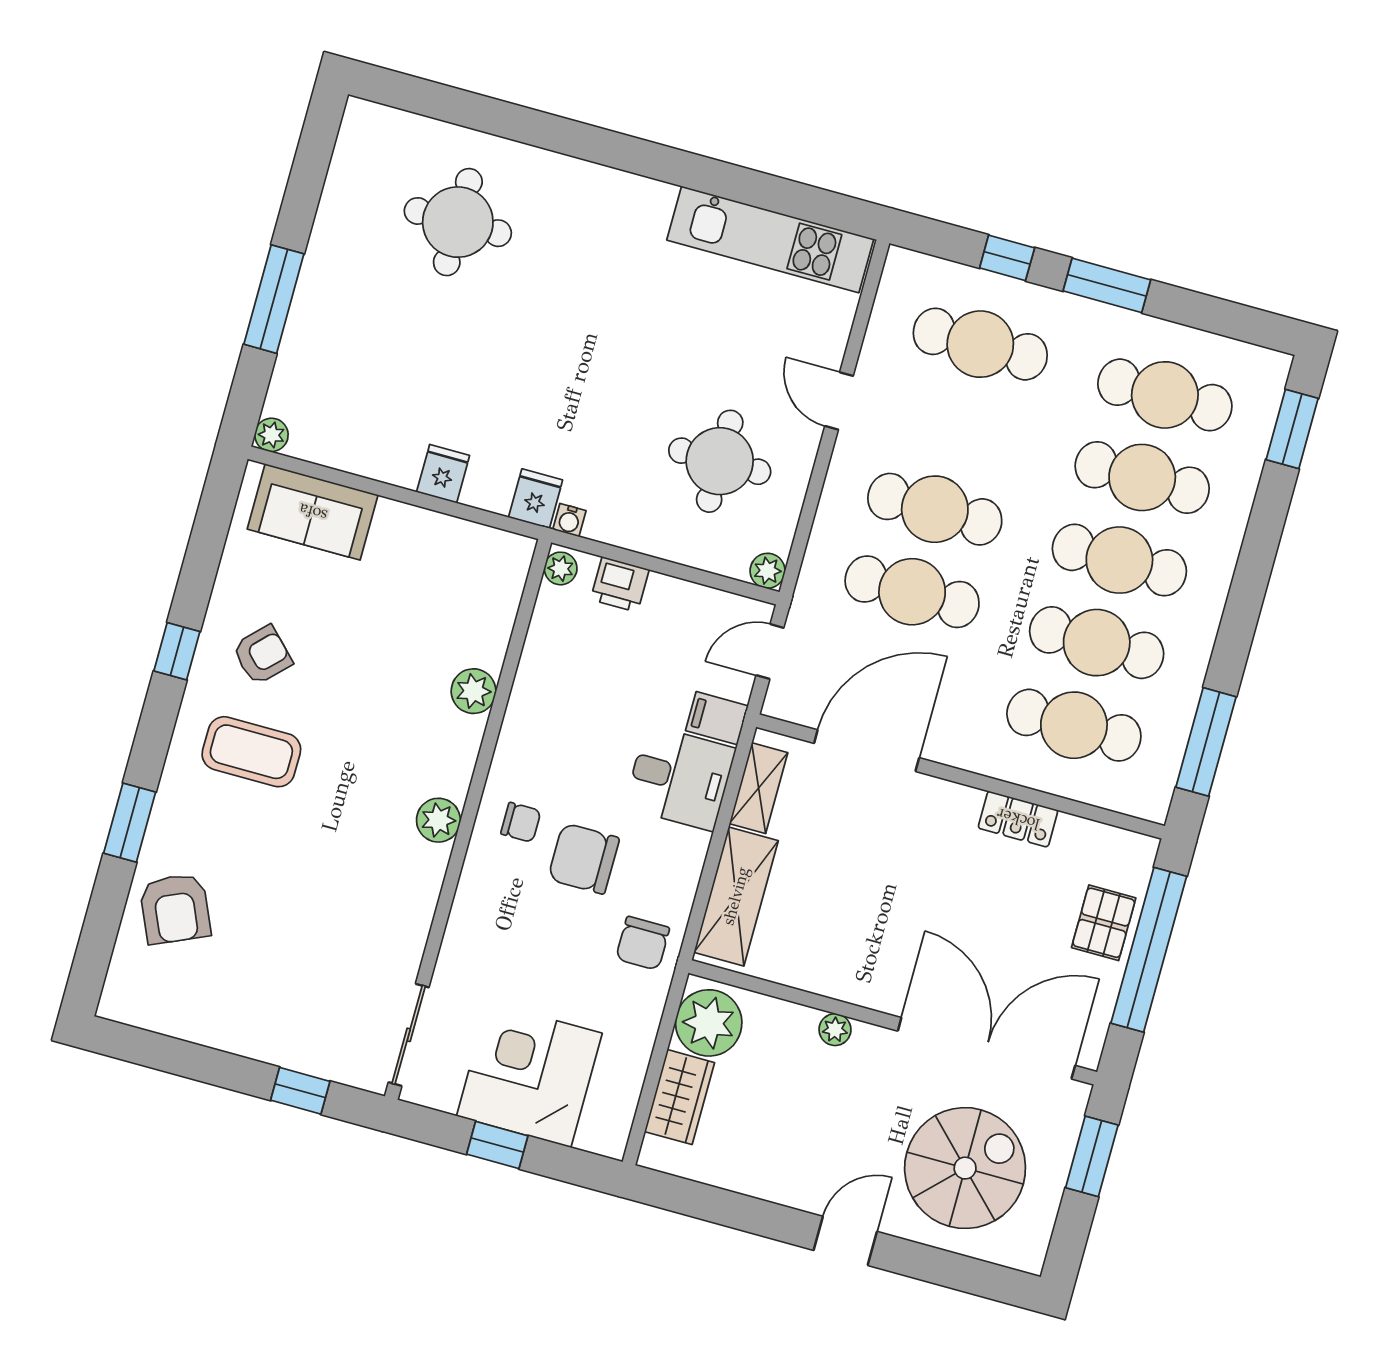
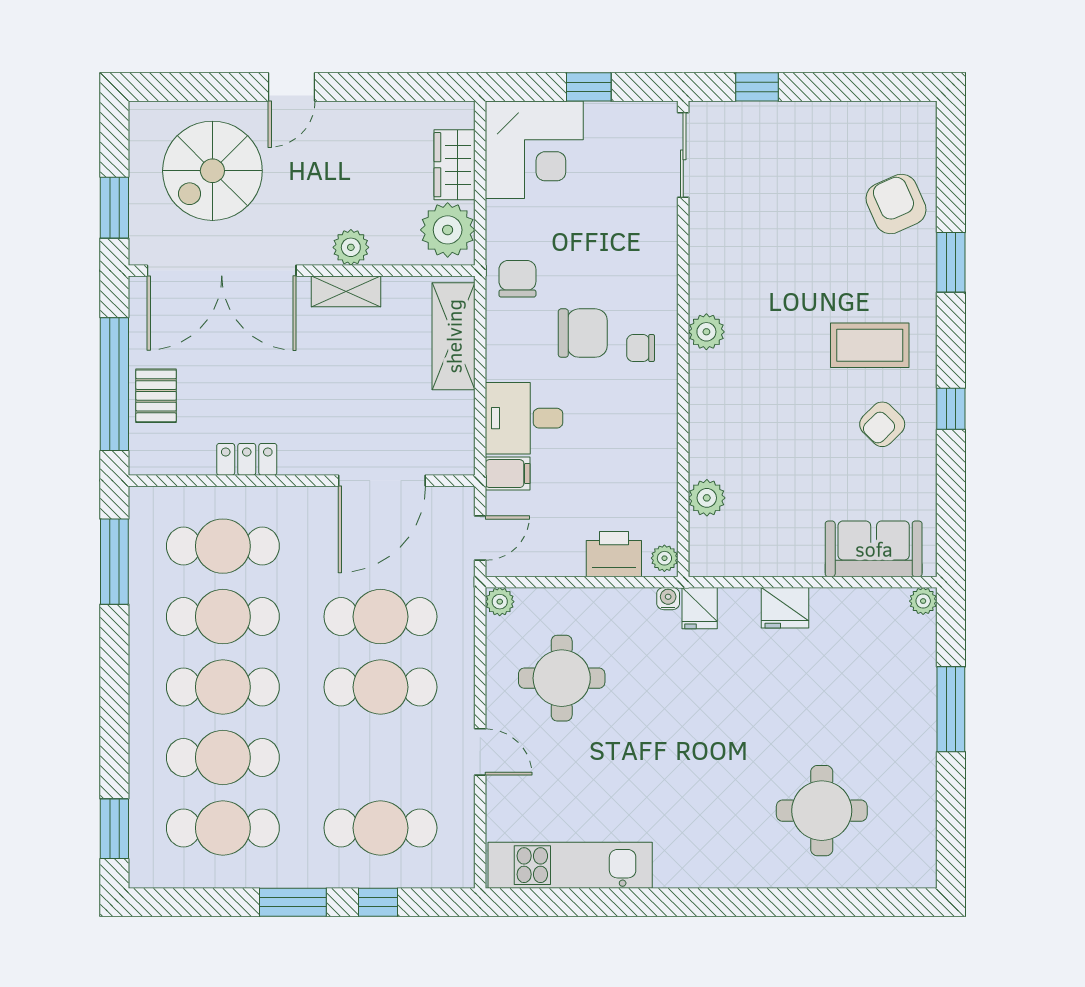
fridge: (443, 474) -> (785, 608), width x1.38
printer: (620, 584) -> (614, 554), width x1.36, depth x1.24
plant: (474, 691) -> (707, 498), moved
shelving: (759, 788) -> (346, 291), moved, turned 90
plant: (835, 1030) -> (351, 247), width x1.38, depth x1.38
corner desk: (529, 1075) -> (534, 150), moved

